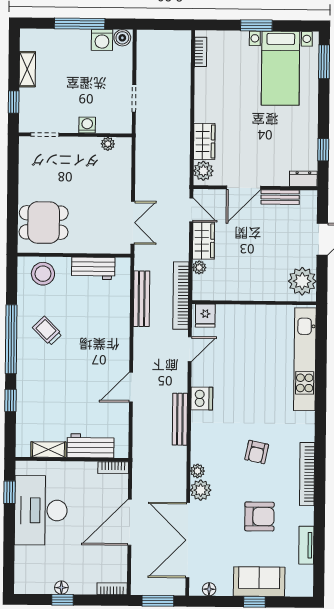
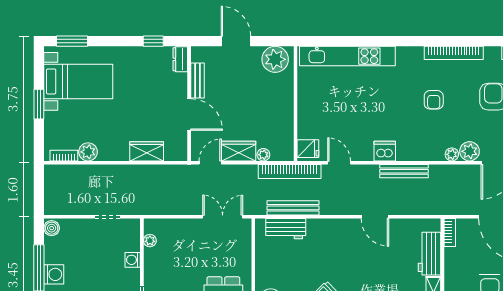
washing machine: (102, 40) -> (54, 274), moved
plant: (203, 171) -> (88, 152), moved
workbench: (93, 268) -> (286, 229), moved, turned 90
armchair: (257, 452) -> (434, 100), turned 78

